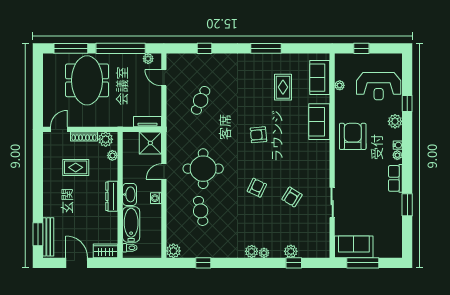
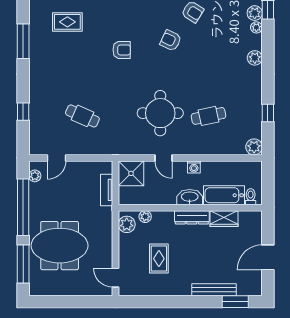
tv unit: (147, 122) -> (107, 190), moved
armchair: (258, 135) -> (122, 50), turned -85
shoe rack: (84, 136) -> (124, 249), removed
armchair: (257, 188) -> (171, 40), moved
bench: (48, 237) -> (214, 290), moved
wardrobe: (106, 251) -> (224, 219), moved, turned -90
plant: (264, 253) -> (256, 27), moved

